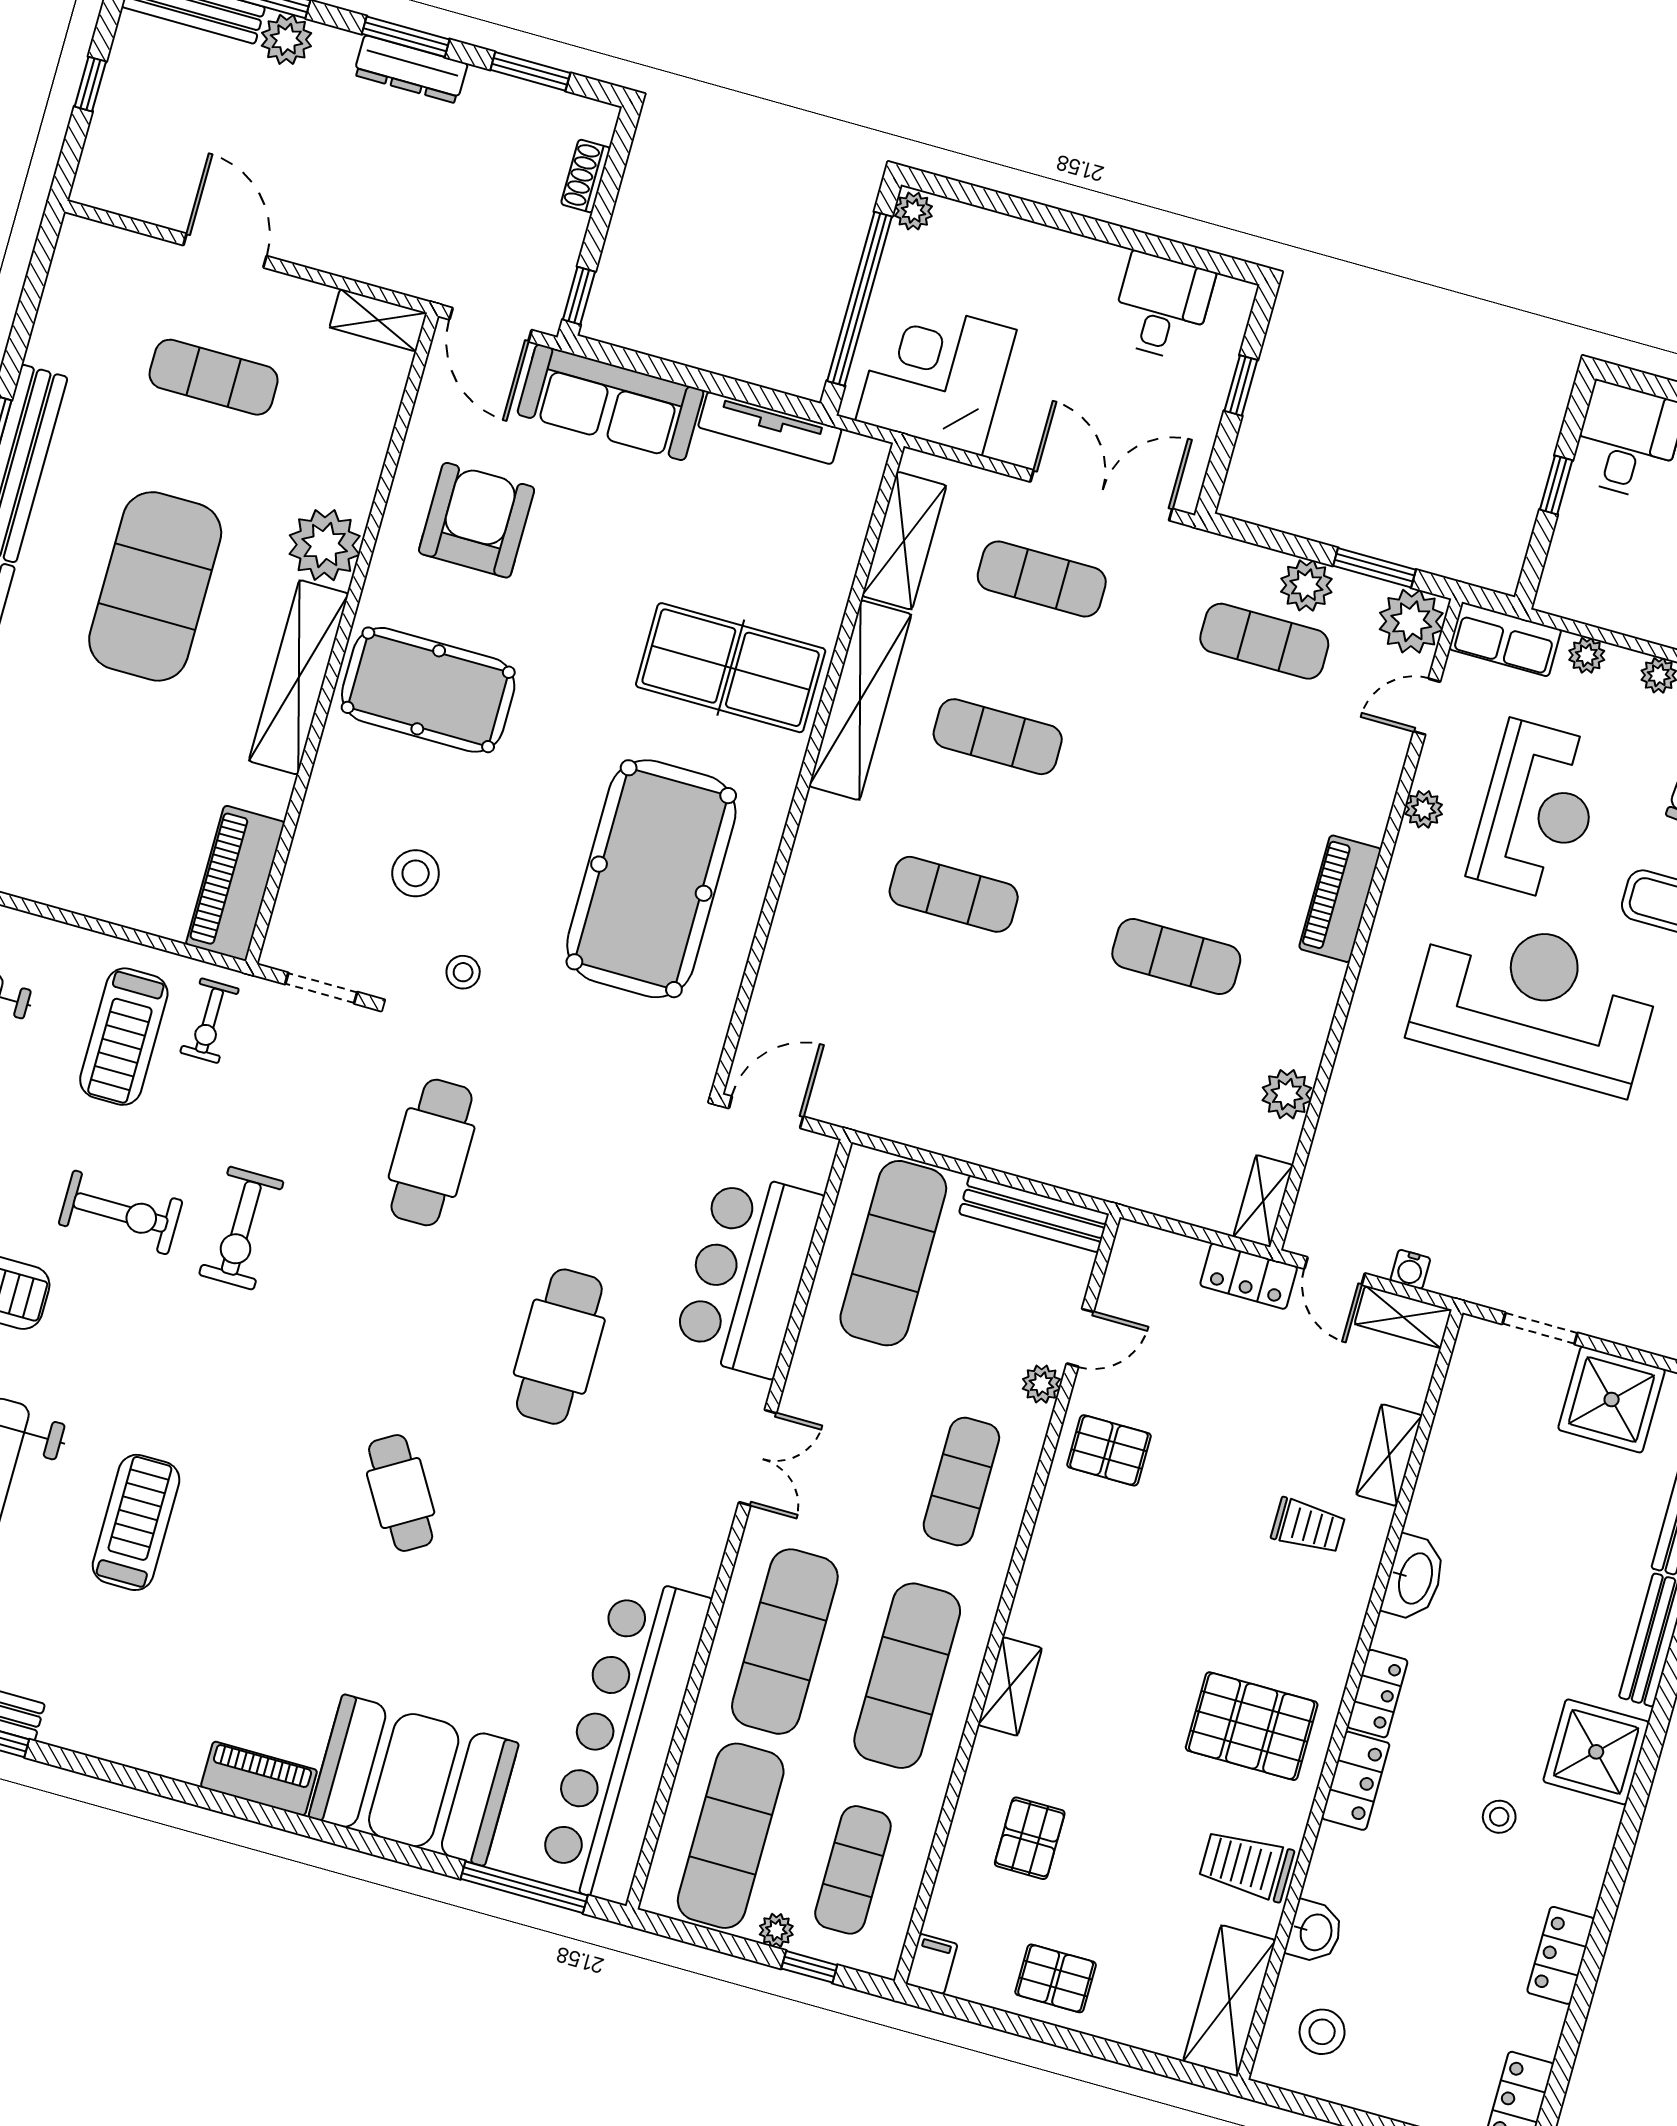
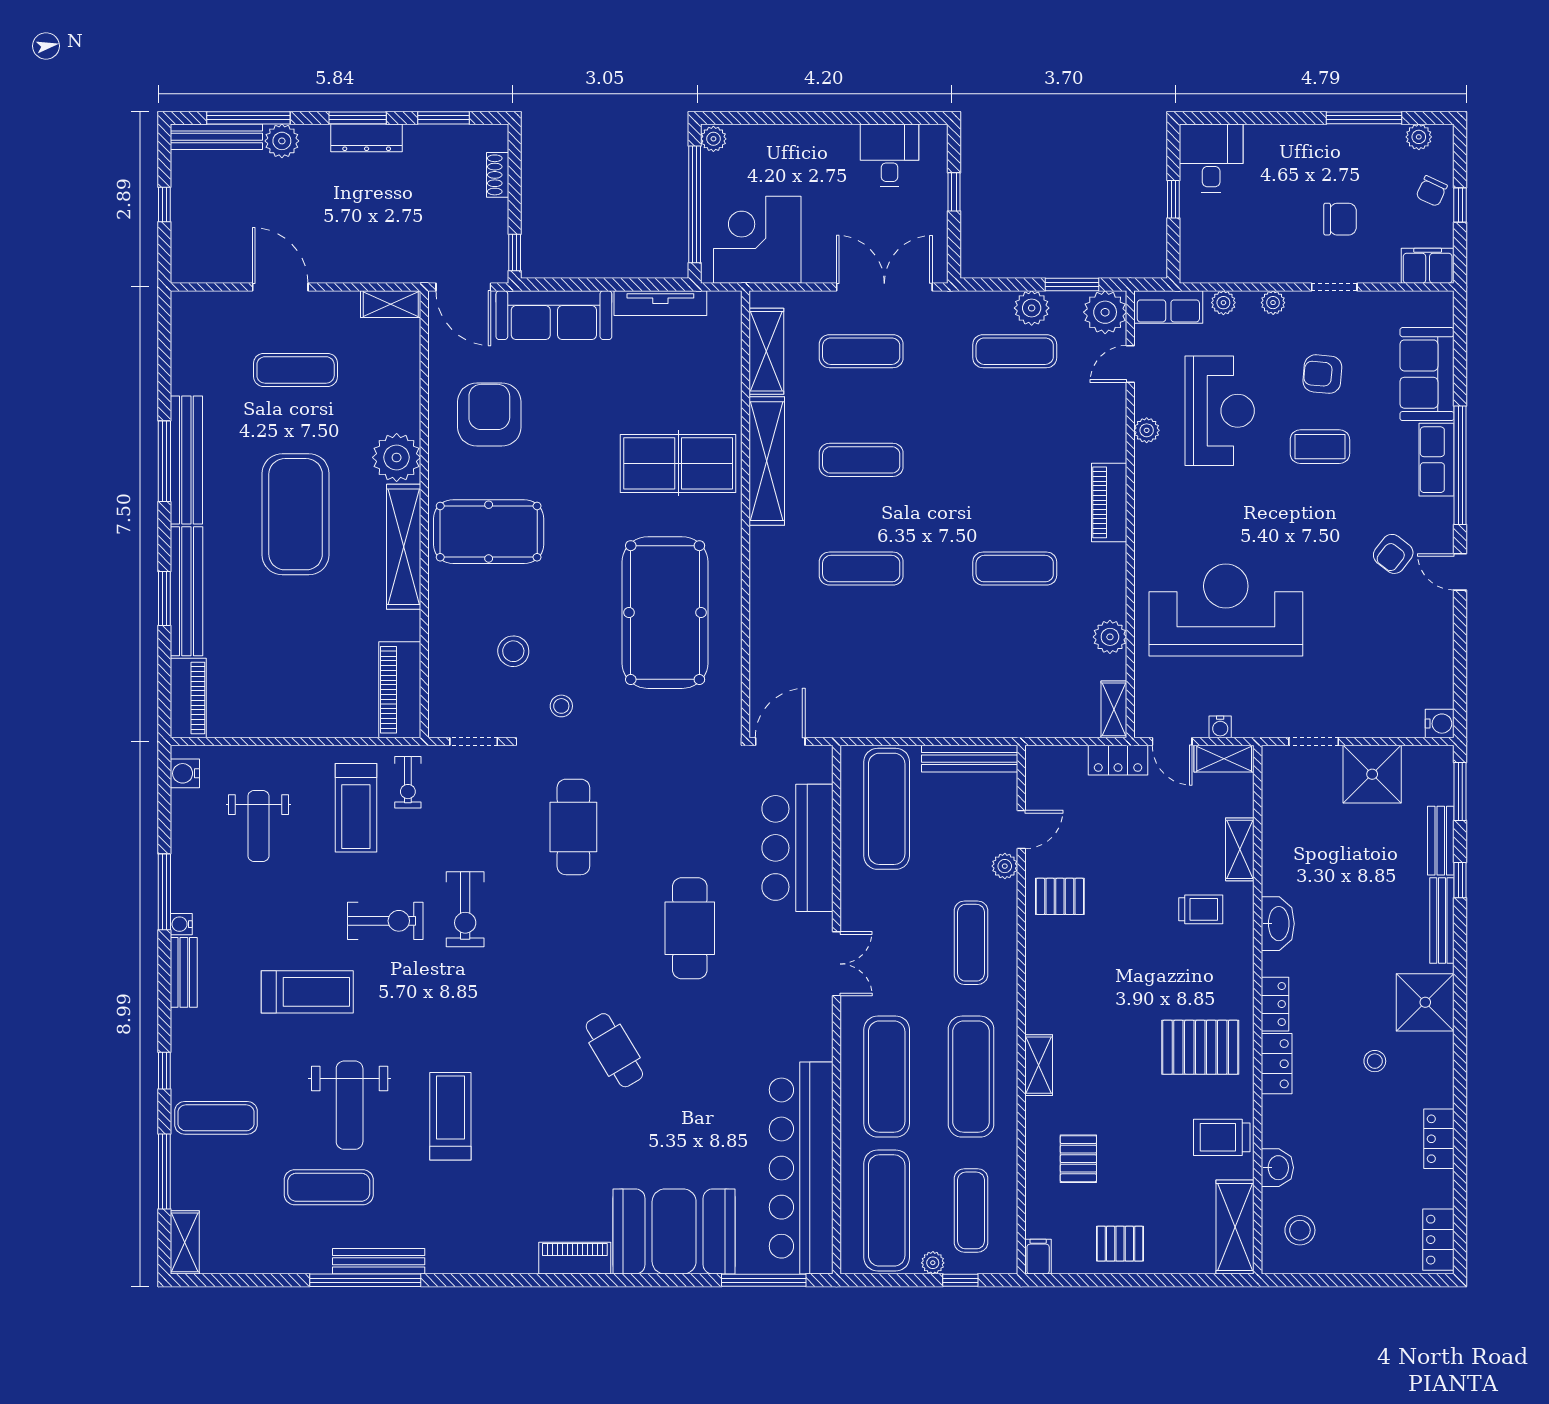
reception desk: (1535, 1002) -> (1226, 610), moved

